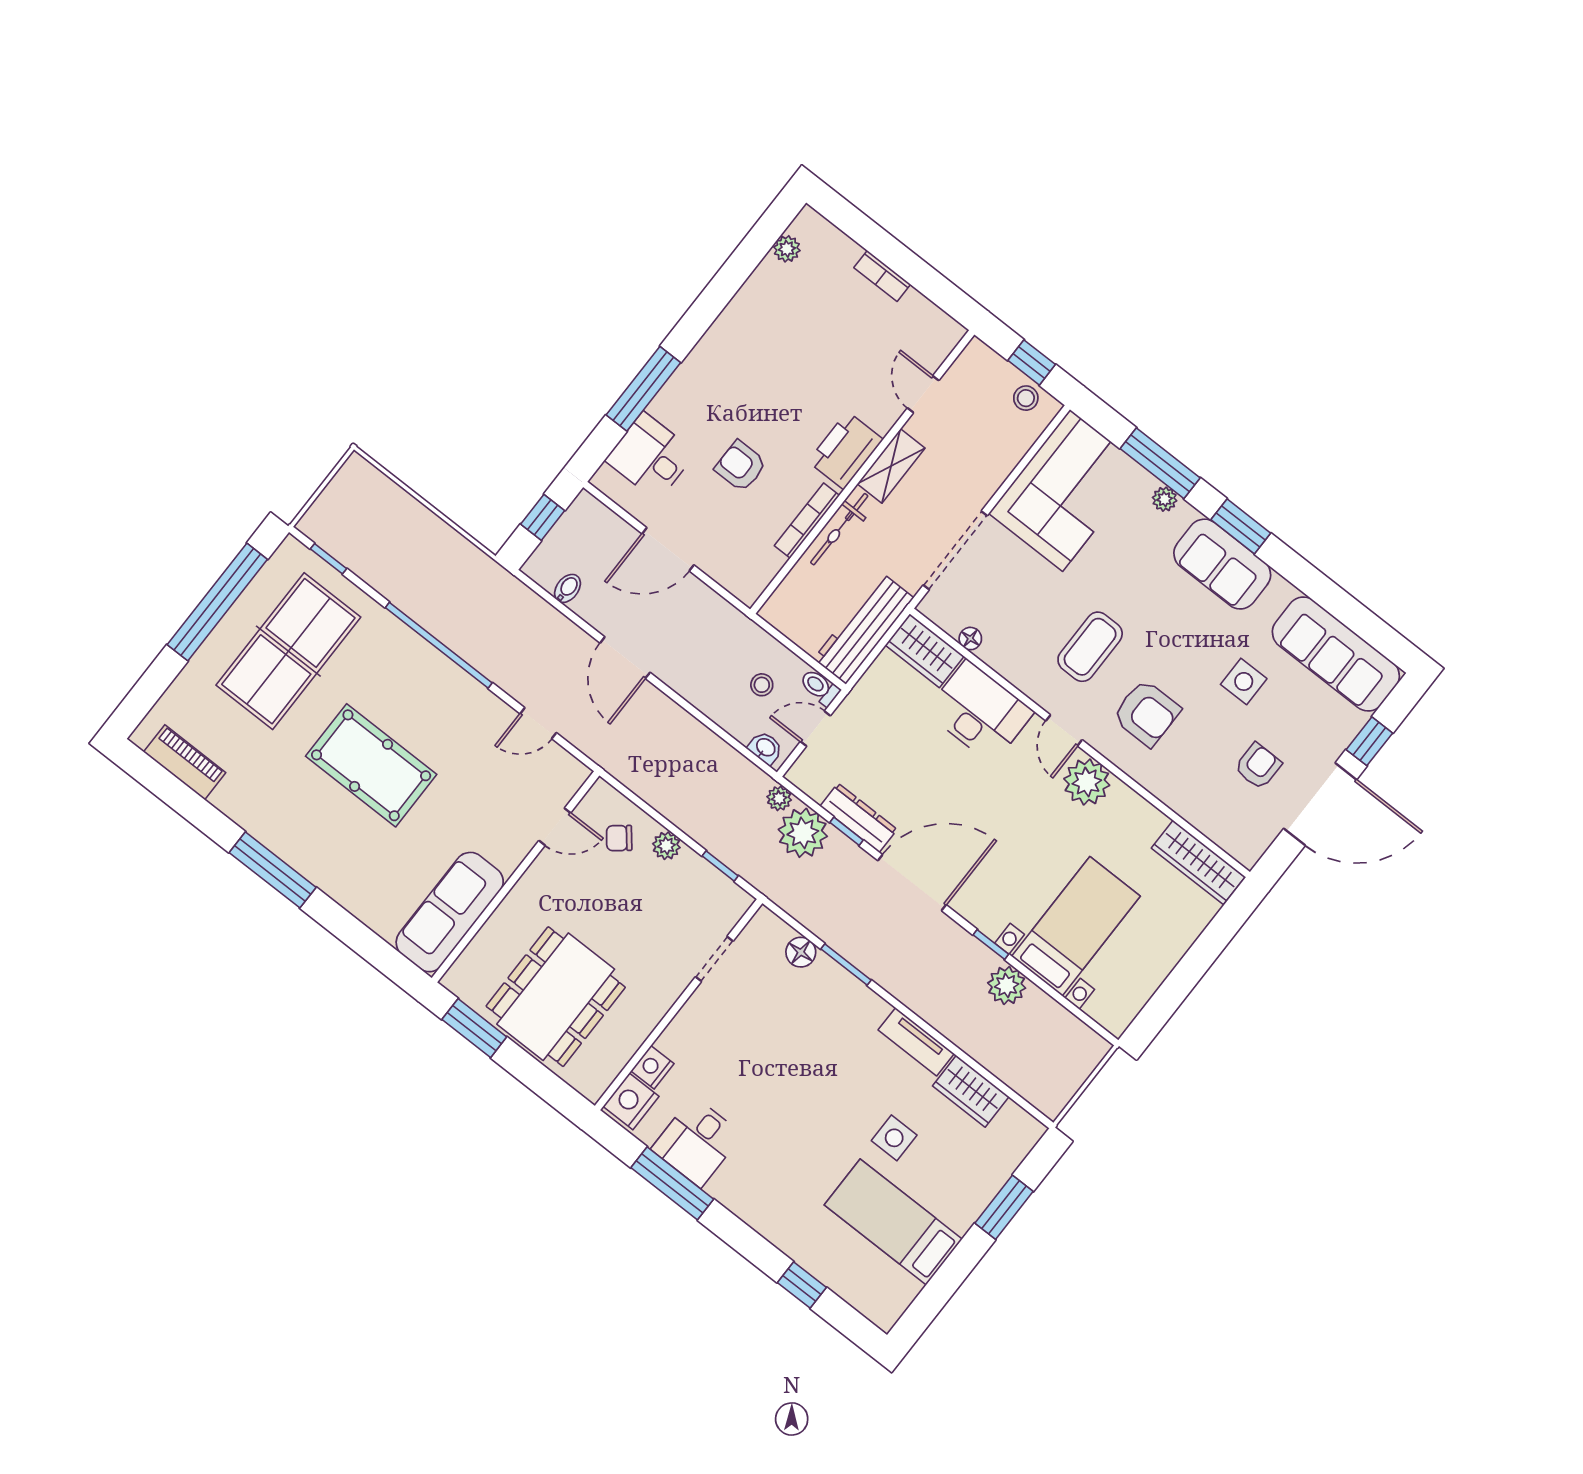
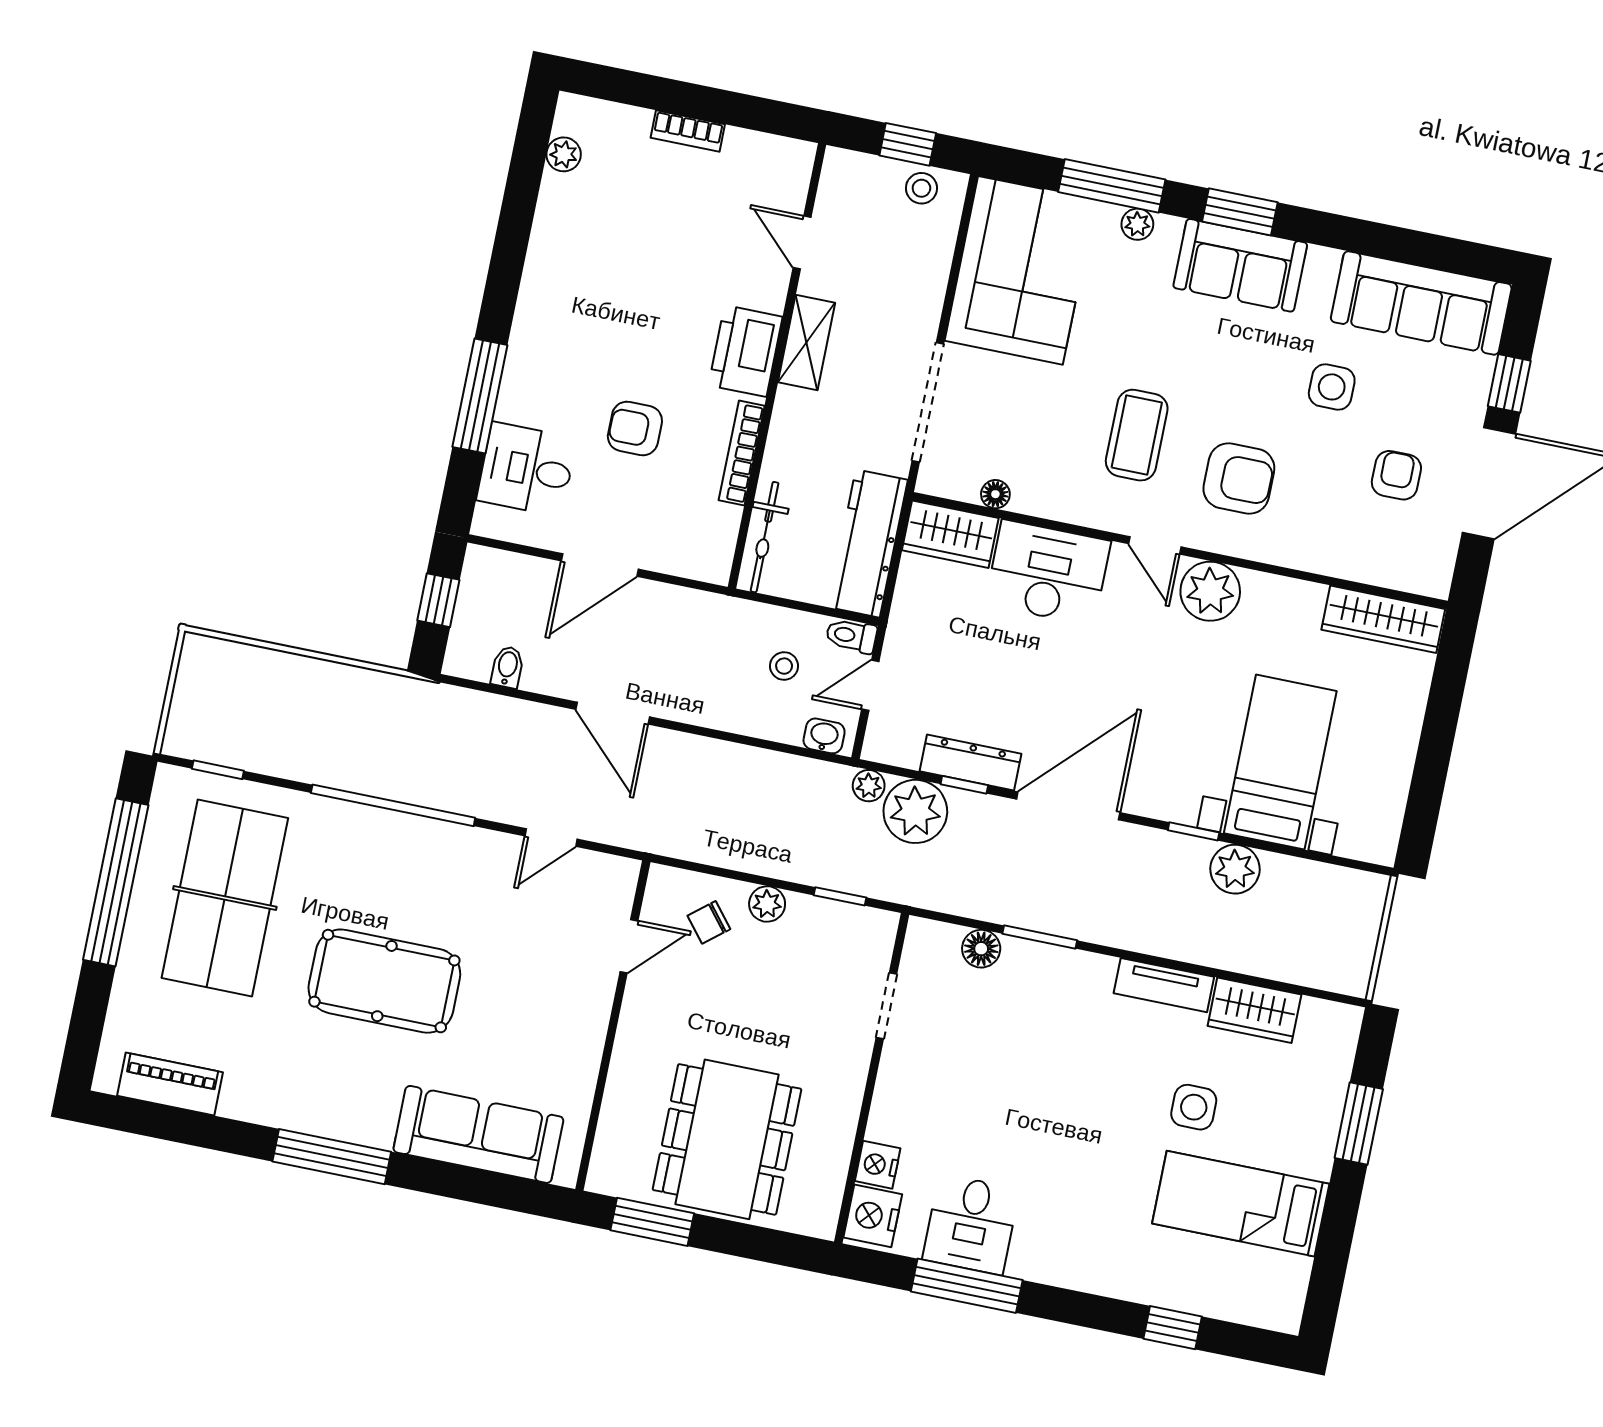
bicycle: (839, 529) -> (765, 537), moved
sofa: (450, 912) -> (478, 1134), moved, turned 90

